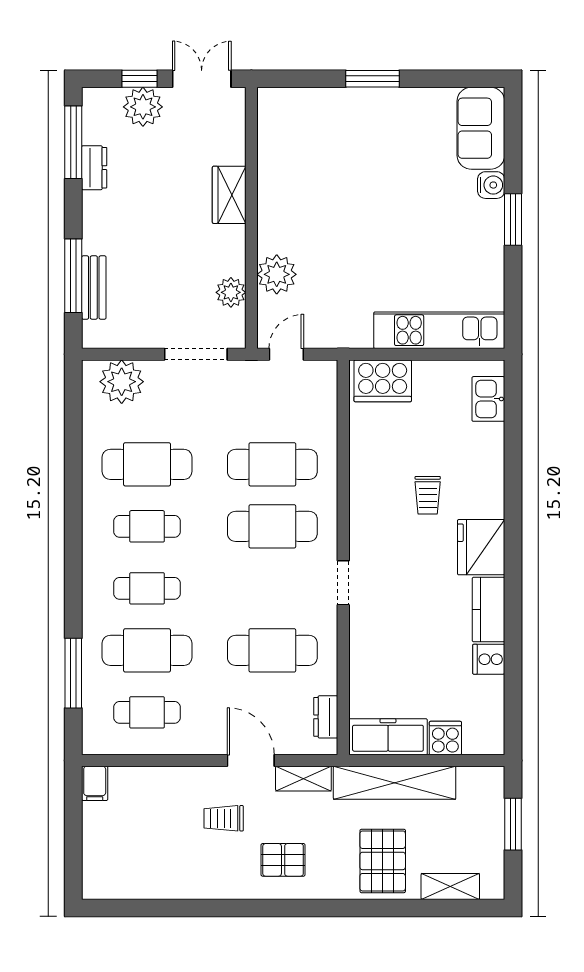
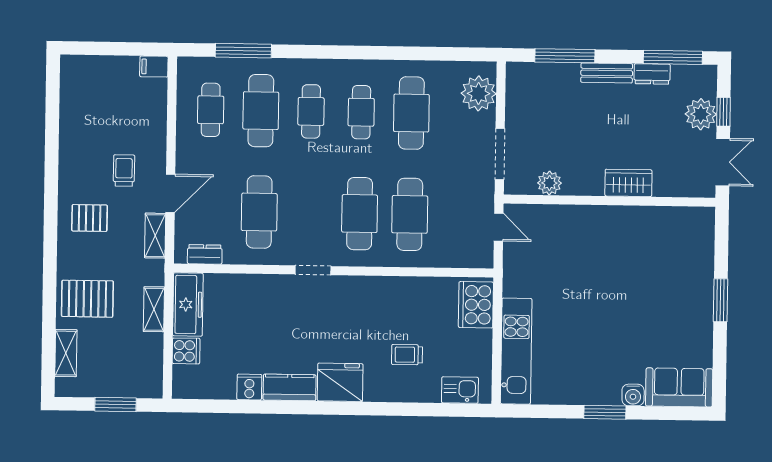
plant: (277, 274) -> (563, 220), removed
bench: (94, 288) -> (607, 73), moved
trolley: (428, 495) -> (407, 355), moved
shelving: (395, 783) -> (154, 309), width x0.45, depth x0.75
pallet: (283, 860) -> (90, 218), turned 90

